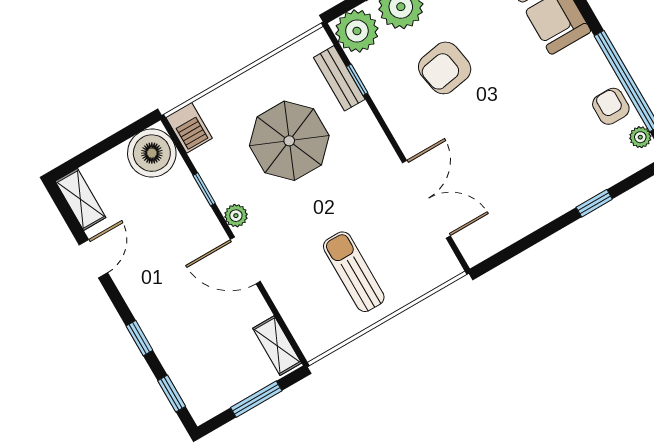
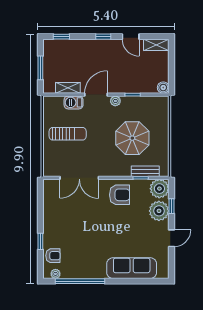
armchair: (445, 68) -> (120, 195), moved, turned 100
armchair: (611, 106) -> (53, 256), moved
barbecue: (189, 128) -> (74, 102), moved
boiler: (152, 153) -> (163, 88), width x0.54, depth x0.54
window: (139, 338) -> (103, 37), moved
shelving: (277, 346) -> (68, 88), moved

